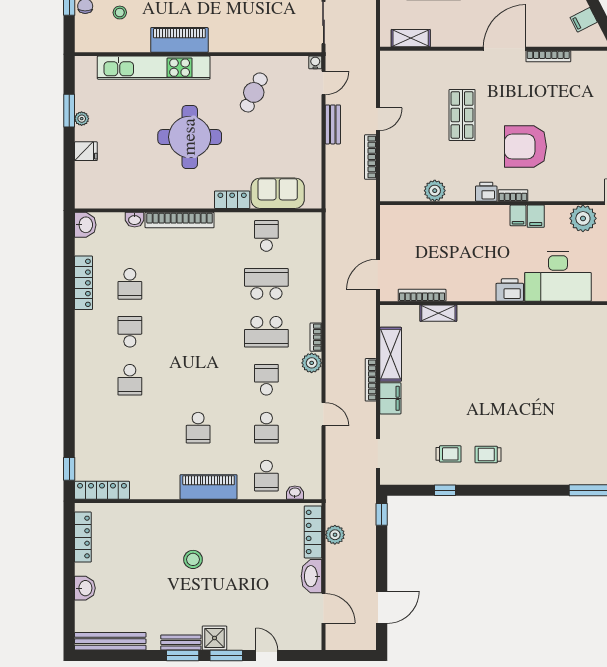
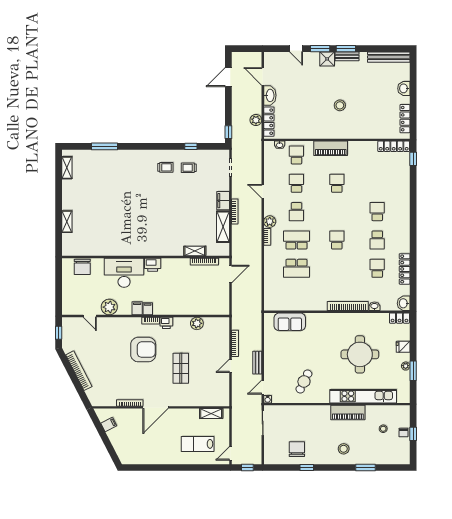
round table: (190, 137) -> (360, 354), moved
locker: (232, 200) -> (399, 318), moved
school desk: (266, 236) -> (337, 240), moved, turned 180

